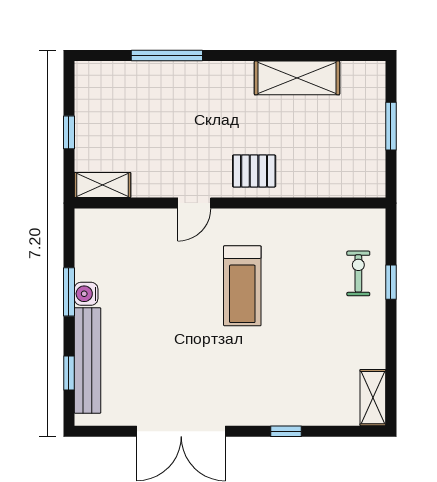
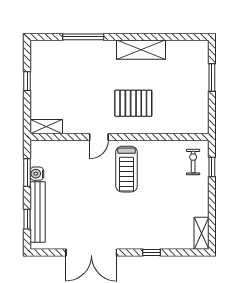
shelving: (297, 78) -> (141, 50), moved
pallet: (254, 171) -> (133, 103), width x1.50, depth x1.42
shelving: (103, 185) -> (46, 127), moved
door: (194, 203) -> (99, 137), moved
wall: (230, 203) -> (119, 137), moved

